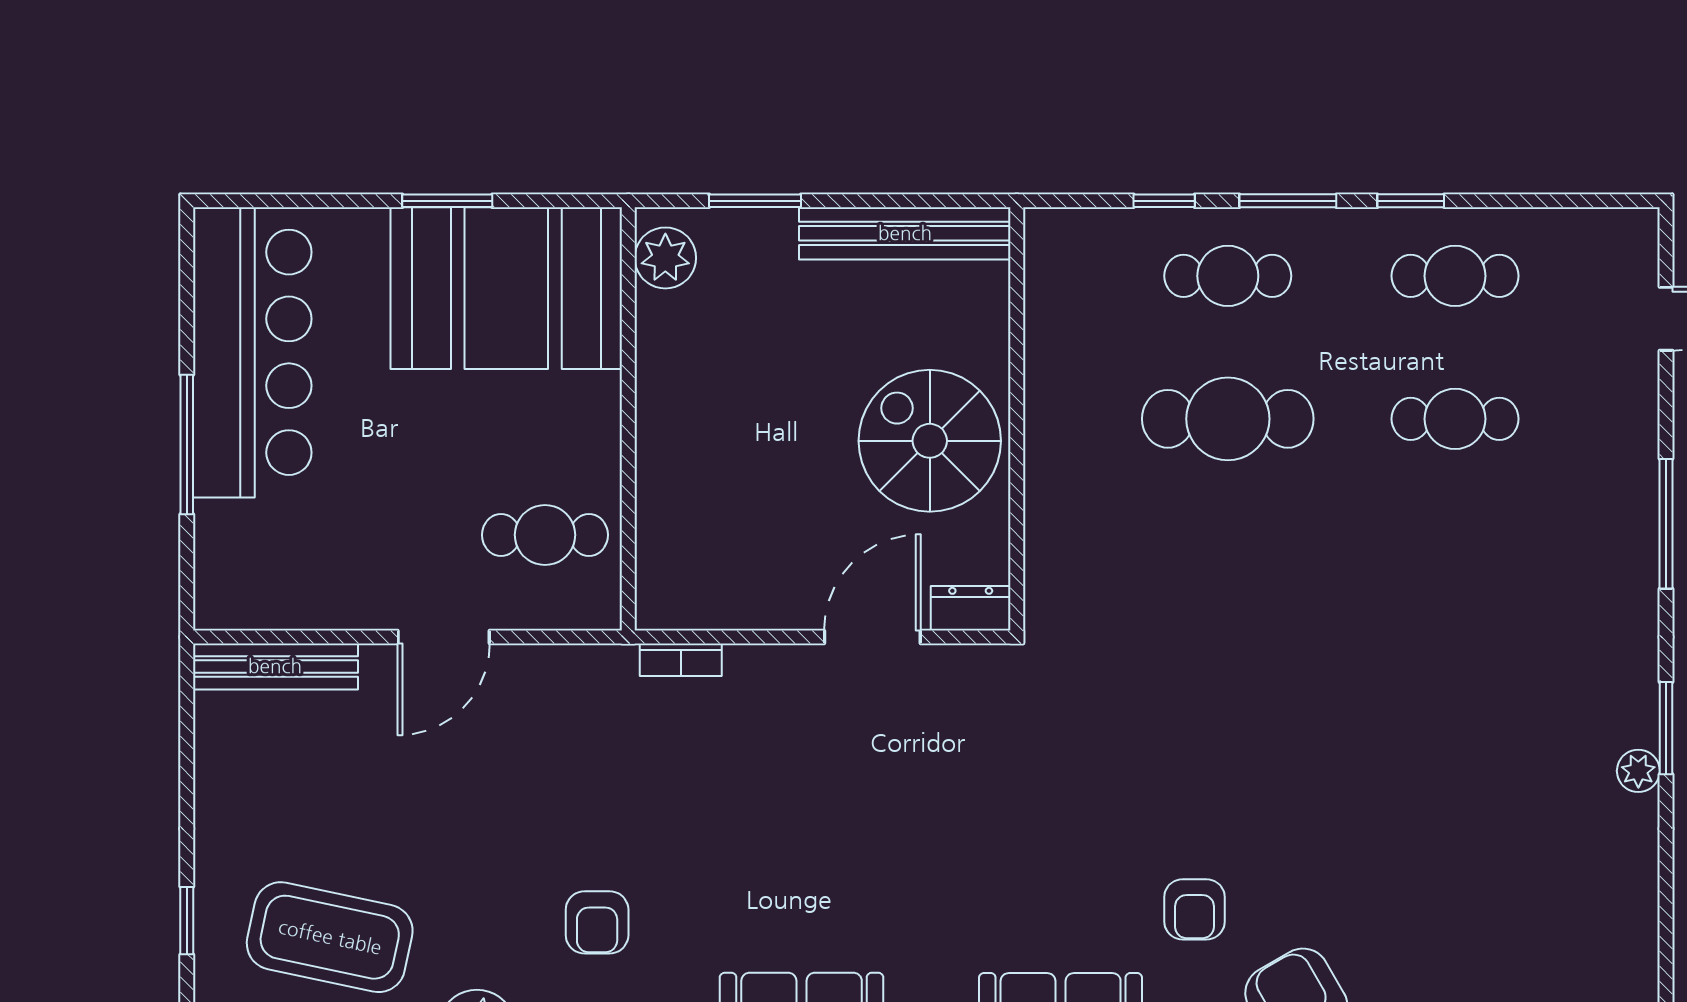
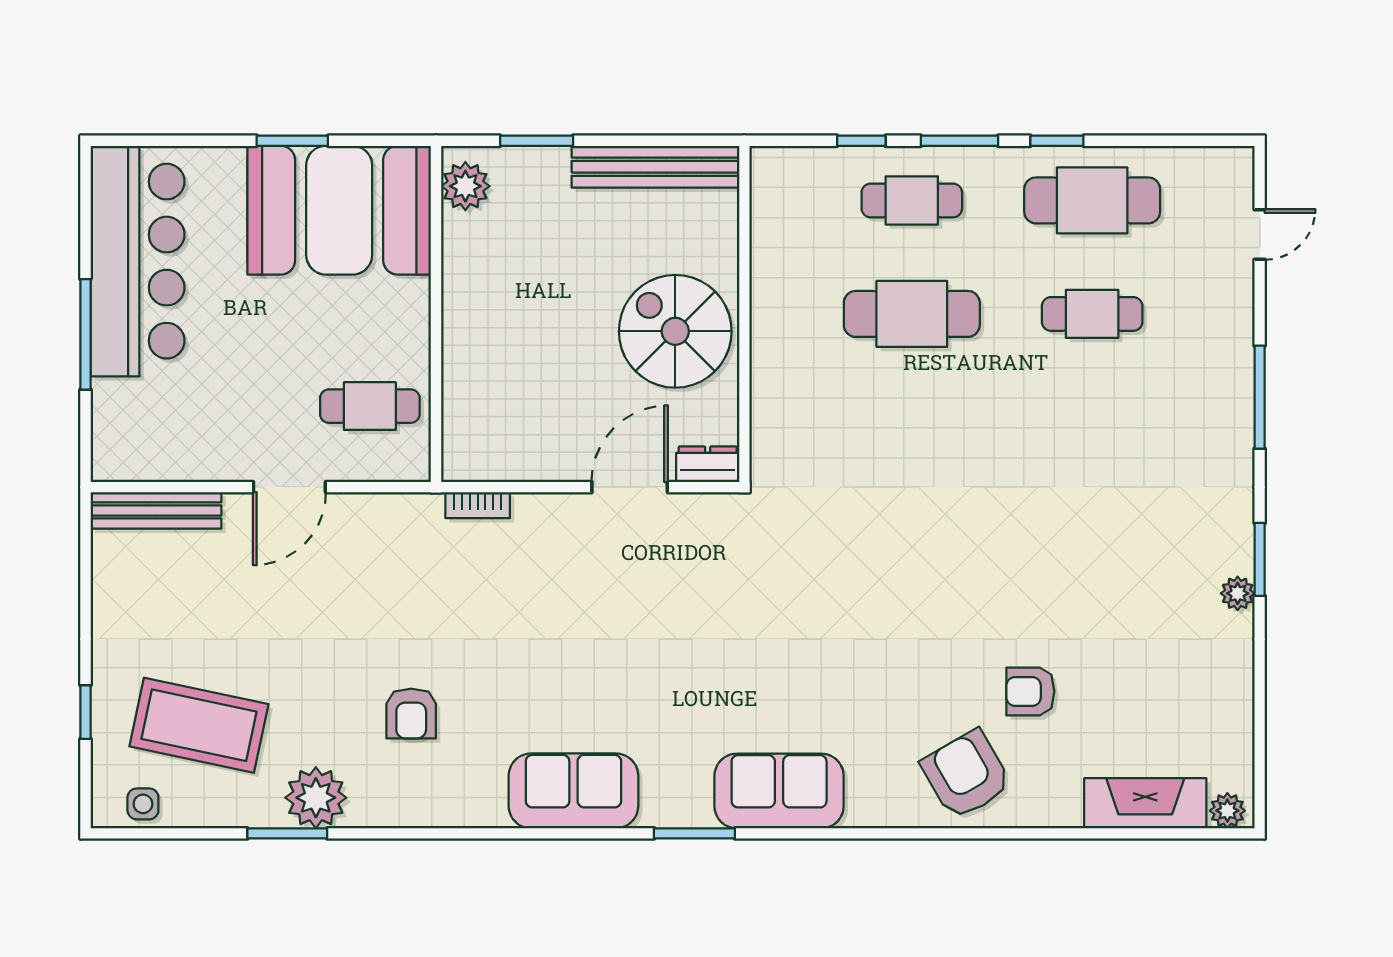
cafe table: (1455, 276) -> (1092, 200), width x1.37, depth x1.35
armchair: (1195, 909) -> (1030, 691), moved, turned 90

